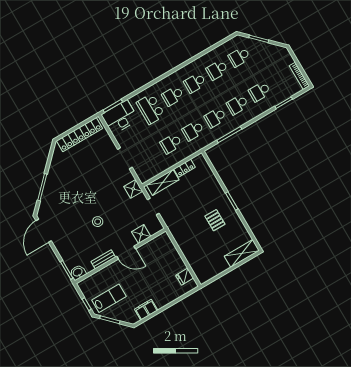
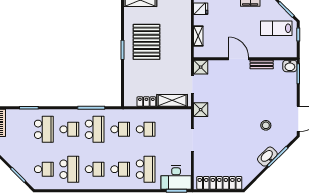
school desk: (217, 70) -> (69, 169), width x1.85
school desk: (260, 92) -> (44, 129), width x1.85
school desk: (215, 118) -> (95, 129), width x1.85
washbasin: (51, 182) -> (267, 157), added
pallet: (215, 220) -> (146, 42), width x2.05, depth x2.00
stool: (98, 222) -> (266, 125), moved
shower: (141, 234) -> (201, 67), moved
shelving: (173, 252) -> (198, 36), added

